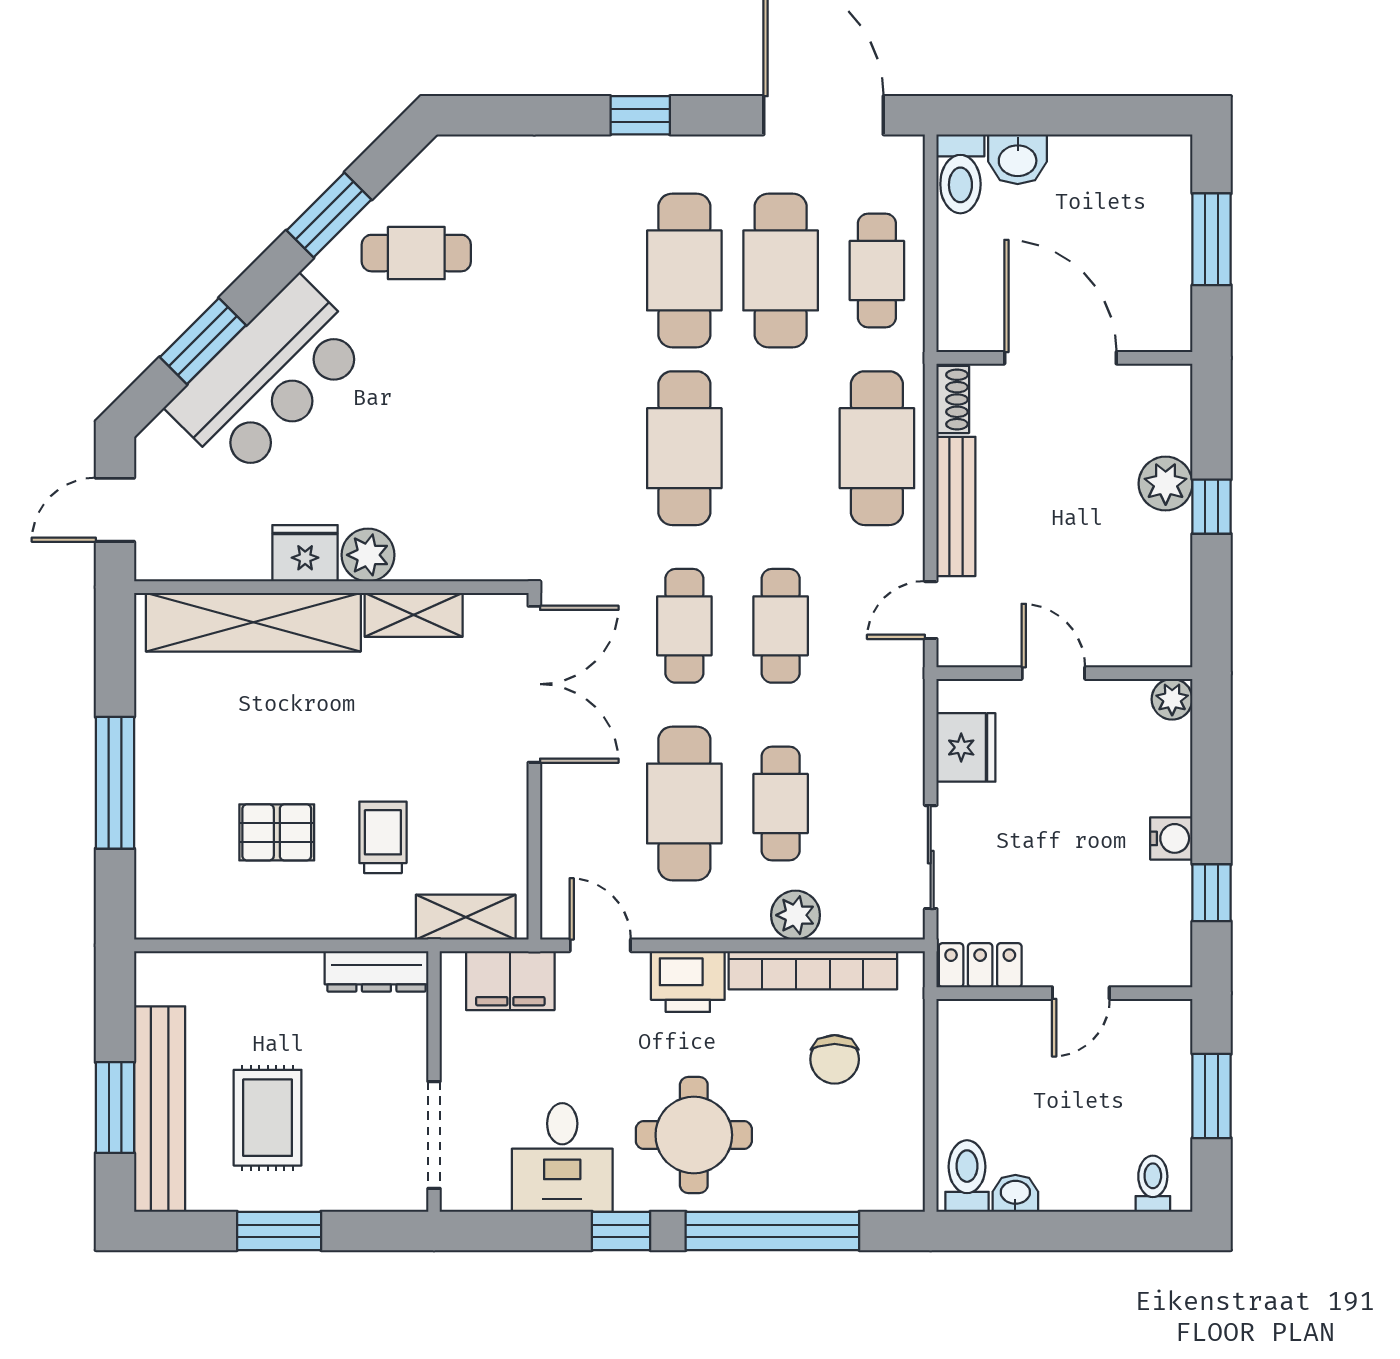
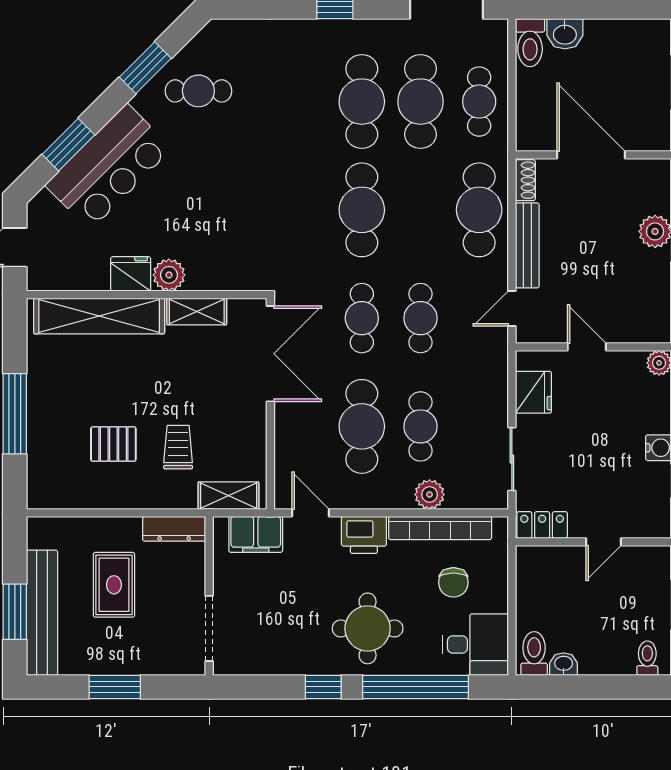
rug: (268, 1118) -> (114, 585), moved
desk: (562, 1157) -> (475, 645), moved, turned -90

